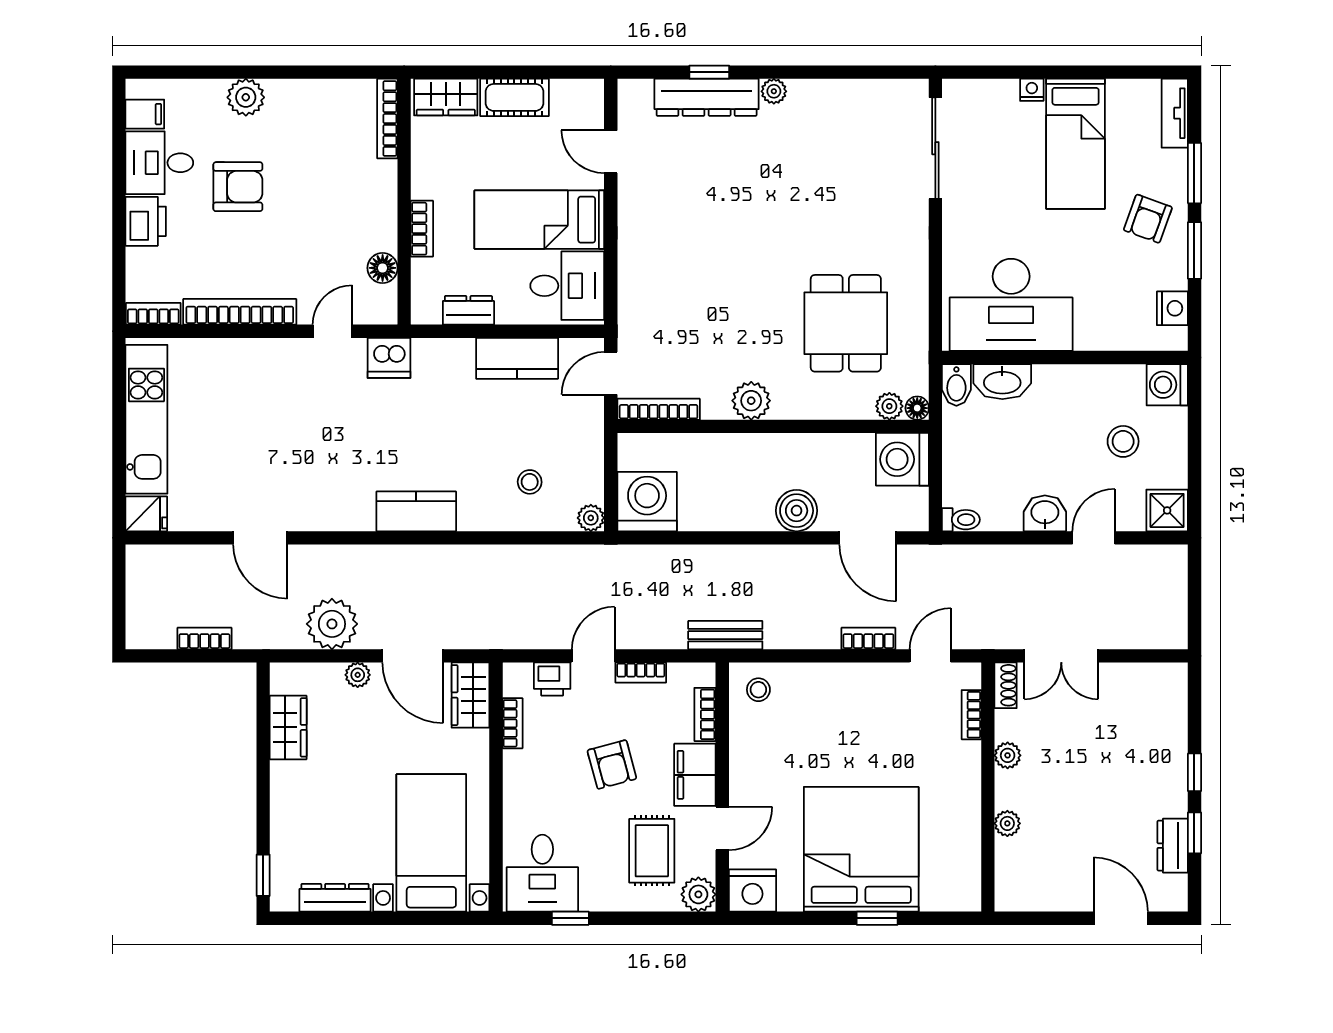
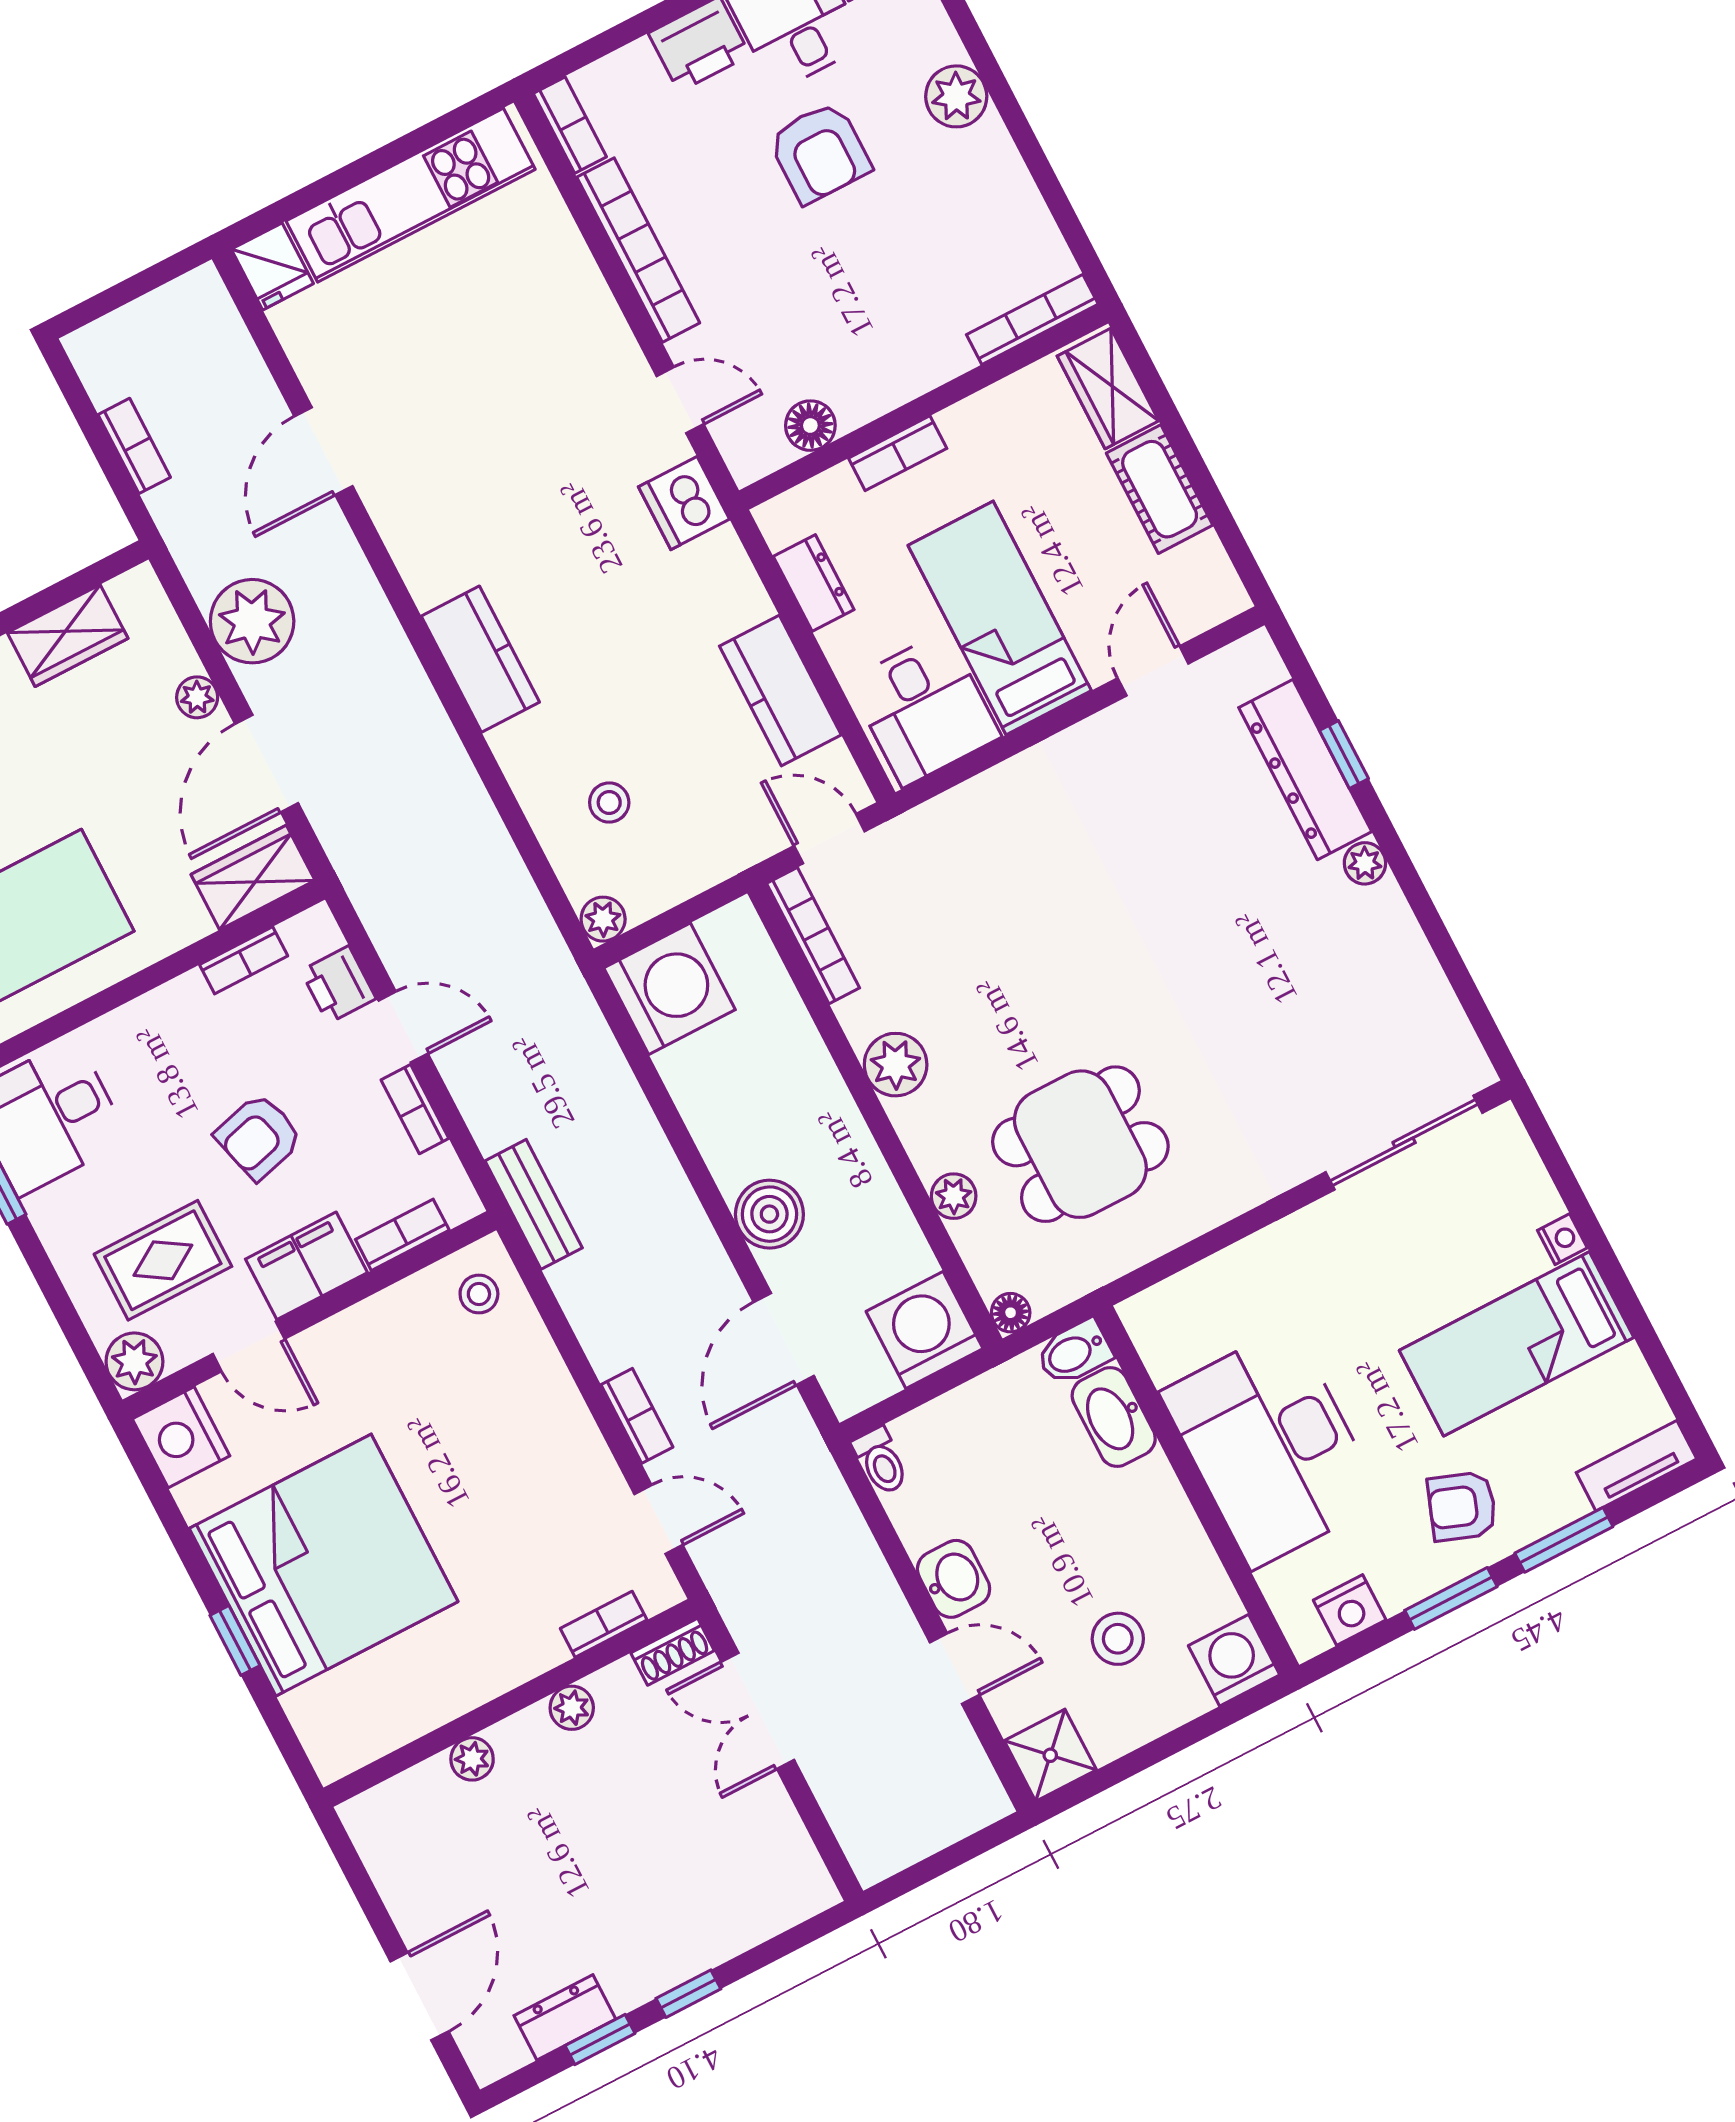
desk: (1011, 305) -> (1272, 1447), moved
plant: (889, 406) -> (954, 1196), moved

